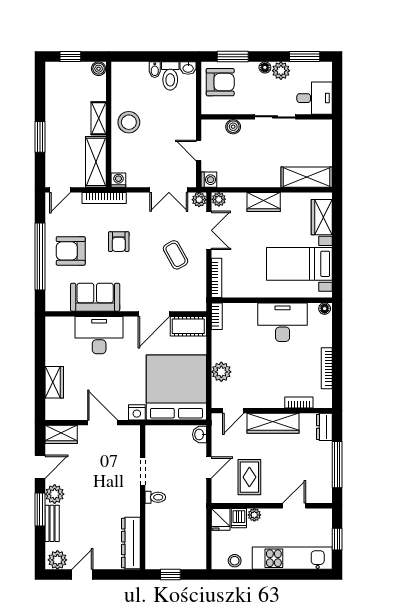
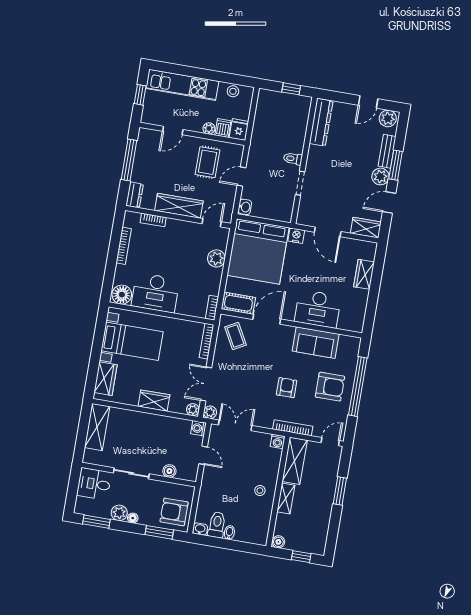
stool: (129, 122) -> (260, 491), width x0.53, depth x0.53
shelving: (307, 177) -> (97, 427), moved, turned 90
coffee table: (176, 255) -> (235, 336), moved
floor lamp: (325, 309) -> (122, 295), width x1.89, depth x1.89

